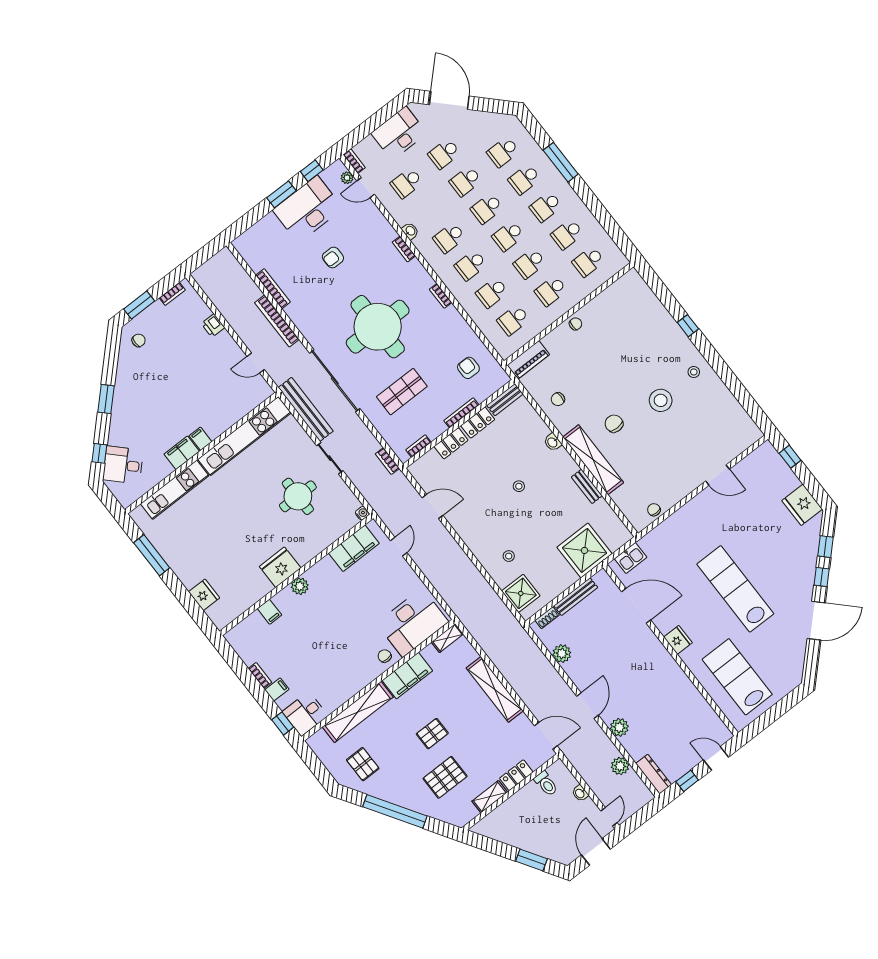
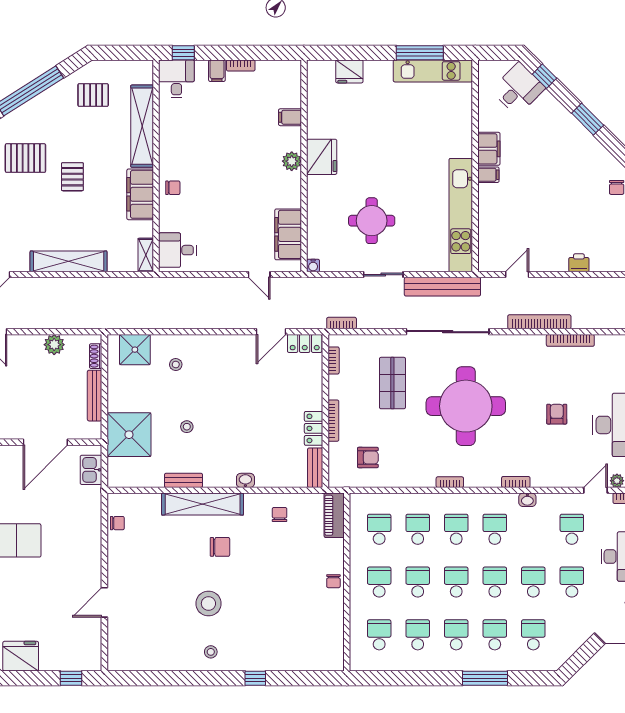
locker: (451, 443) -> (305, 343), moved, turned -90
stool: (519, 486) -> (187, 427), moved
kitchen unit: (175, 490) -> (433, 71), moved, turned -90
desk: (412, 623) -> (177, 250), width x0.53, depth x0.77
pallet: (445, 777) -> (25, 158), turned 90

